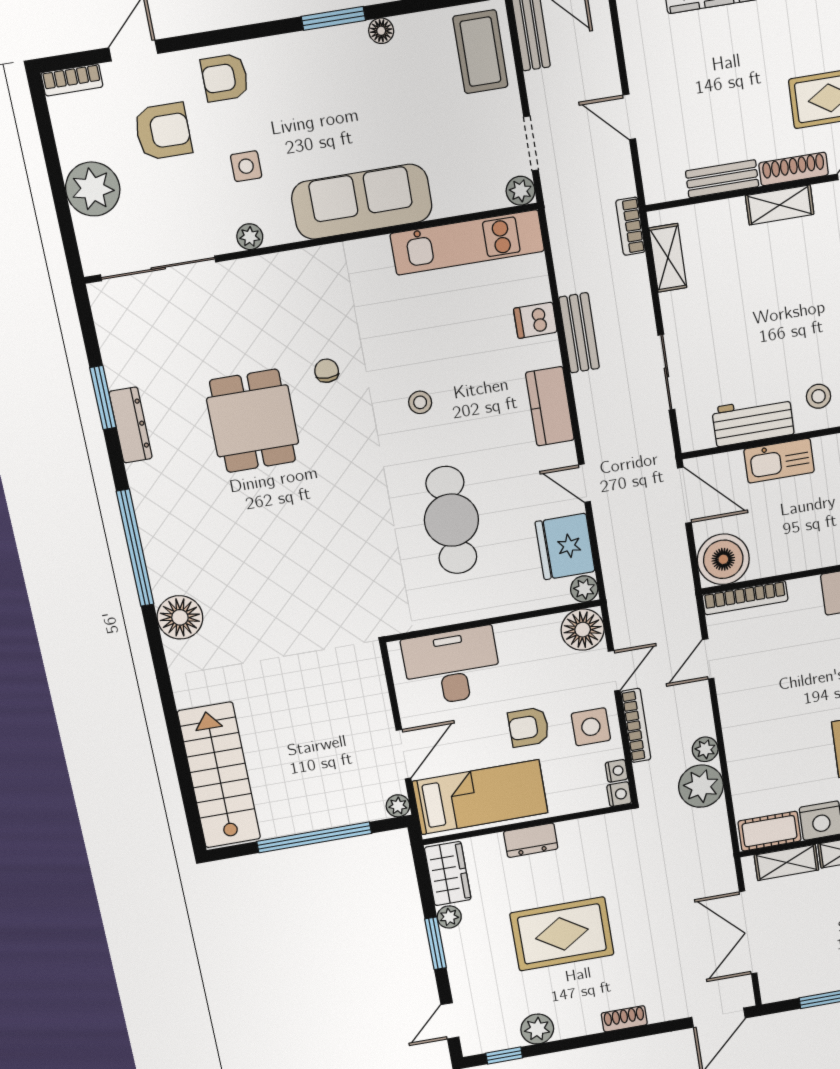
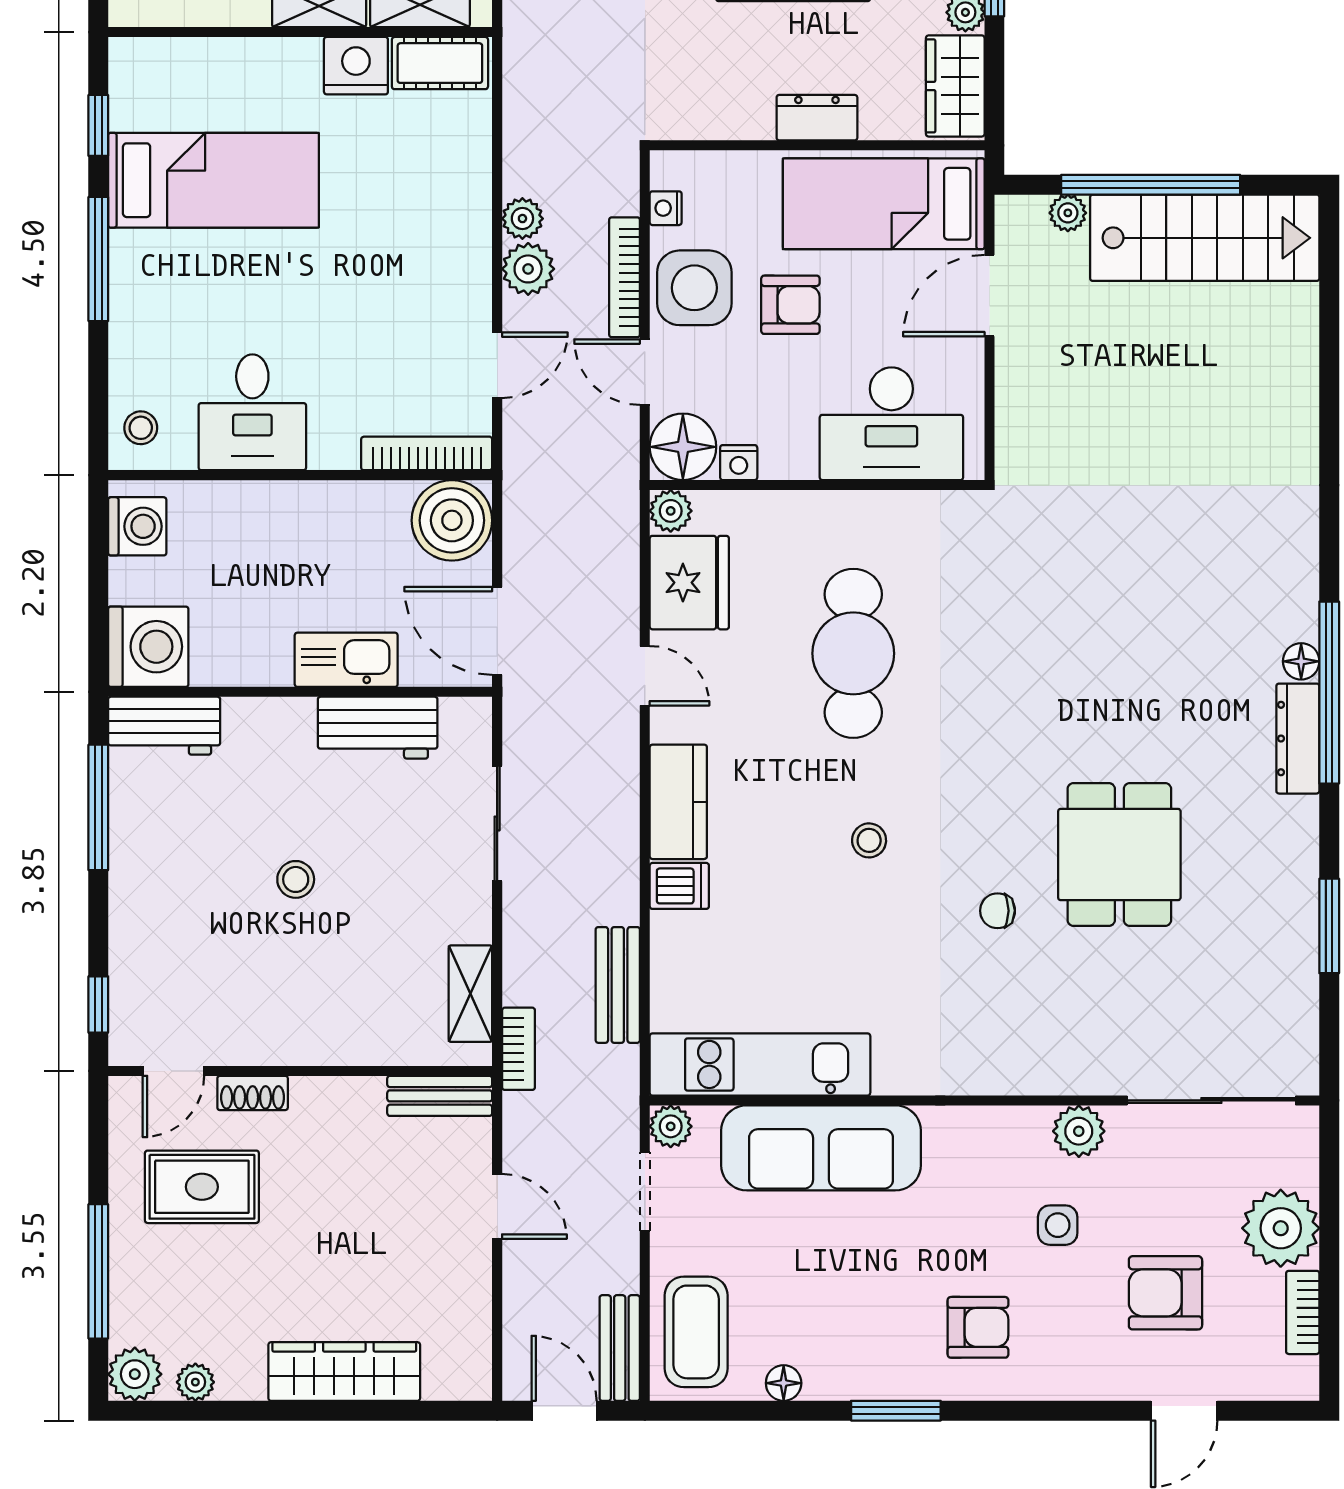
floor lamp: (381, 31) -> (784, 1383), moved
armchair: (225, 78) -> (978, 1327), moved
bookcase: (72, 80) -> (1303, 1312), moved, turned -90
shoe rack: (794, 169) -> (253, 1093), width x0.70
bench: (722, 179) -> (440, 1096), moved
sofa: (362, 202) -> (821, 1148), moved
shelving: (780, 205) -> (295, 1044), removed
plant: (250, 237) -> (1079, 1131), width x1.38, depth x1.38
dishwasher: (535, 320) -> (679, 886), moved
bench: (579, 333) -> (618, 985), moved
chair: (327, 371) -> (998, 911), turned 90
stool: (818, 396) -> (296, 879), moved
dresser: (131, 425) -> (1298, 739), moved
floor lamp: (180, 617) -> (1301, 661), moved, width x0.53, depth x0.53
door: (614, 671) -> (645, 372), hinge flipped
side table: (591, 727) -> (694, 288), width x1.37, depth x1.37
stairs: (219, 775) -> (1205, 238), moved, turned -90
plant: (701, 786) -> (528, 269), moved, width x0.73, depth x0.73
nightstand: (619, 794) -> (739, 463), moved, turned -90
plant: (398, 806) -> (1068, 213), moved

